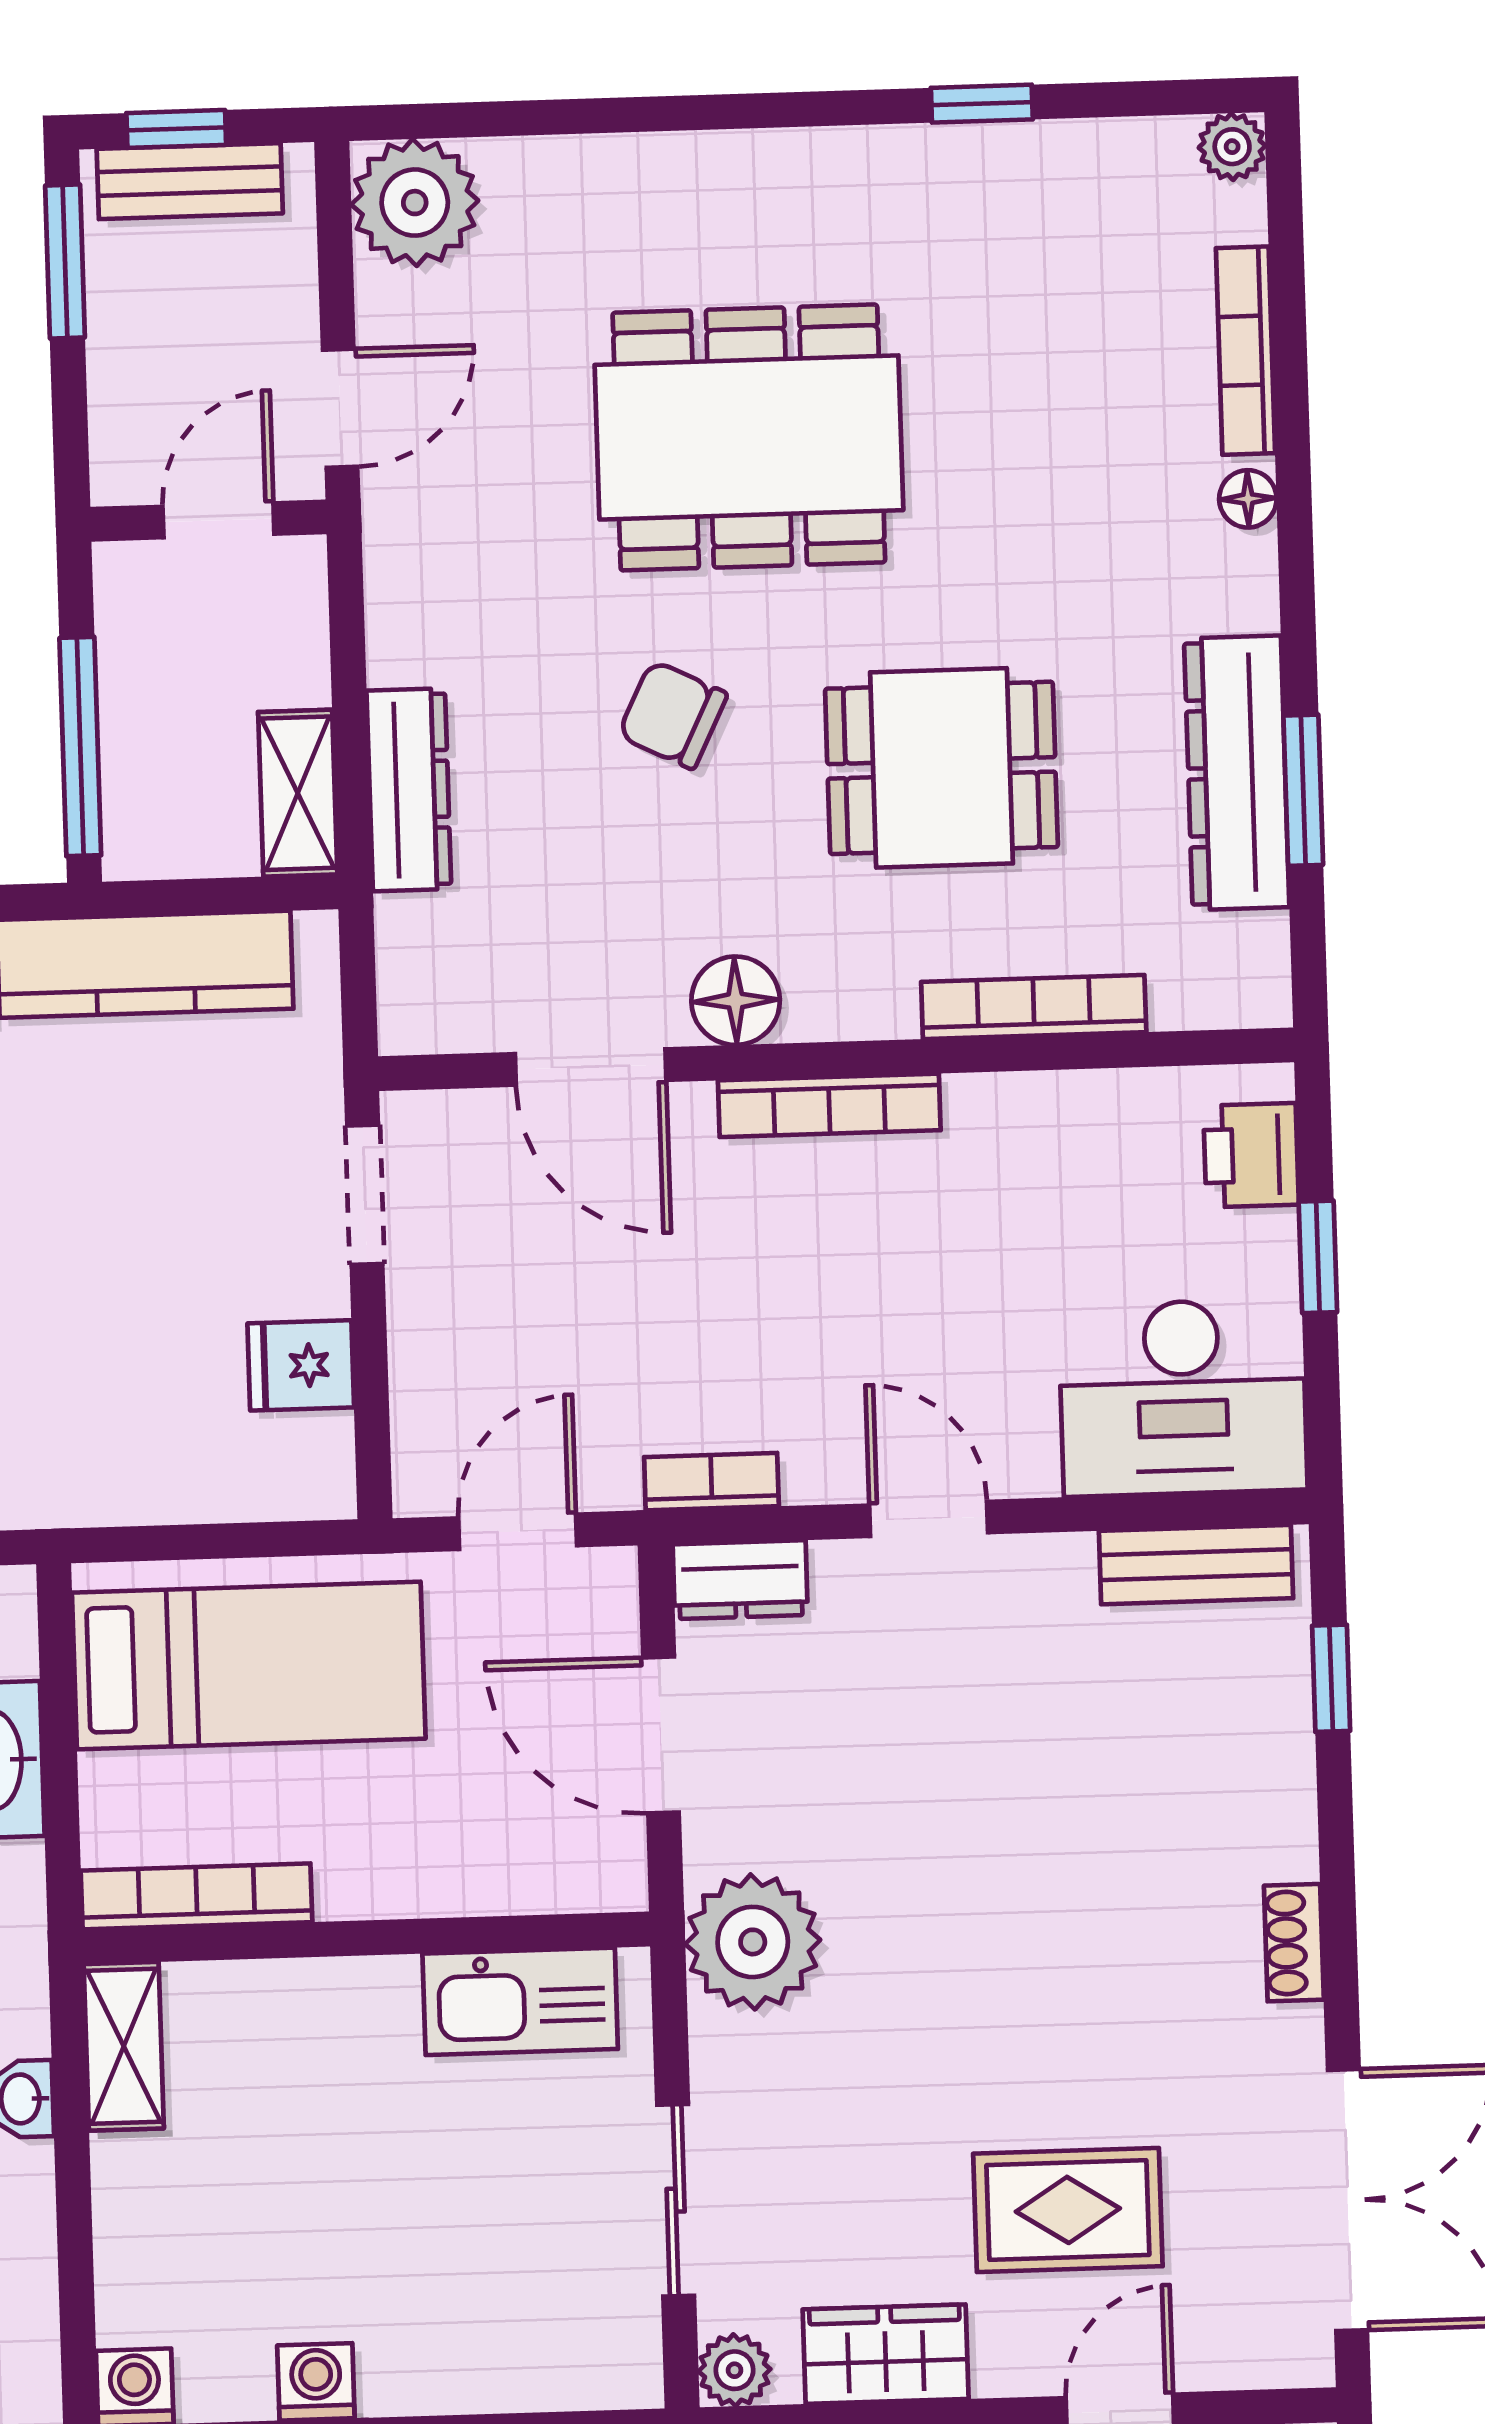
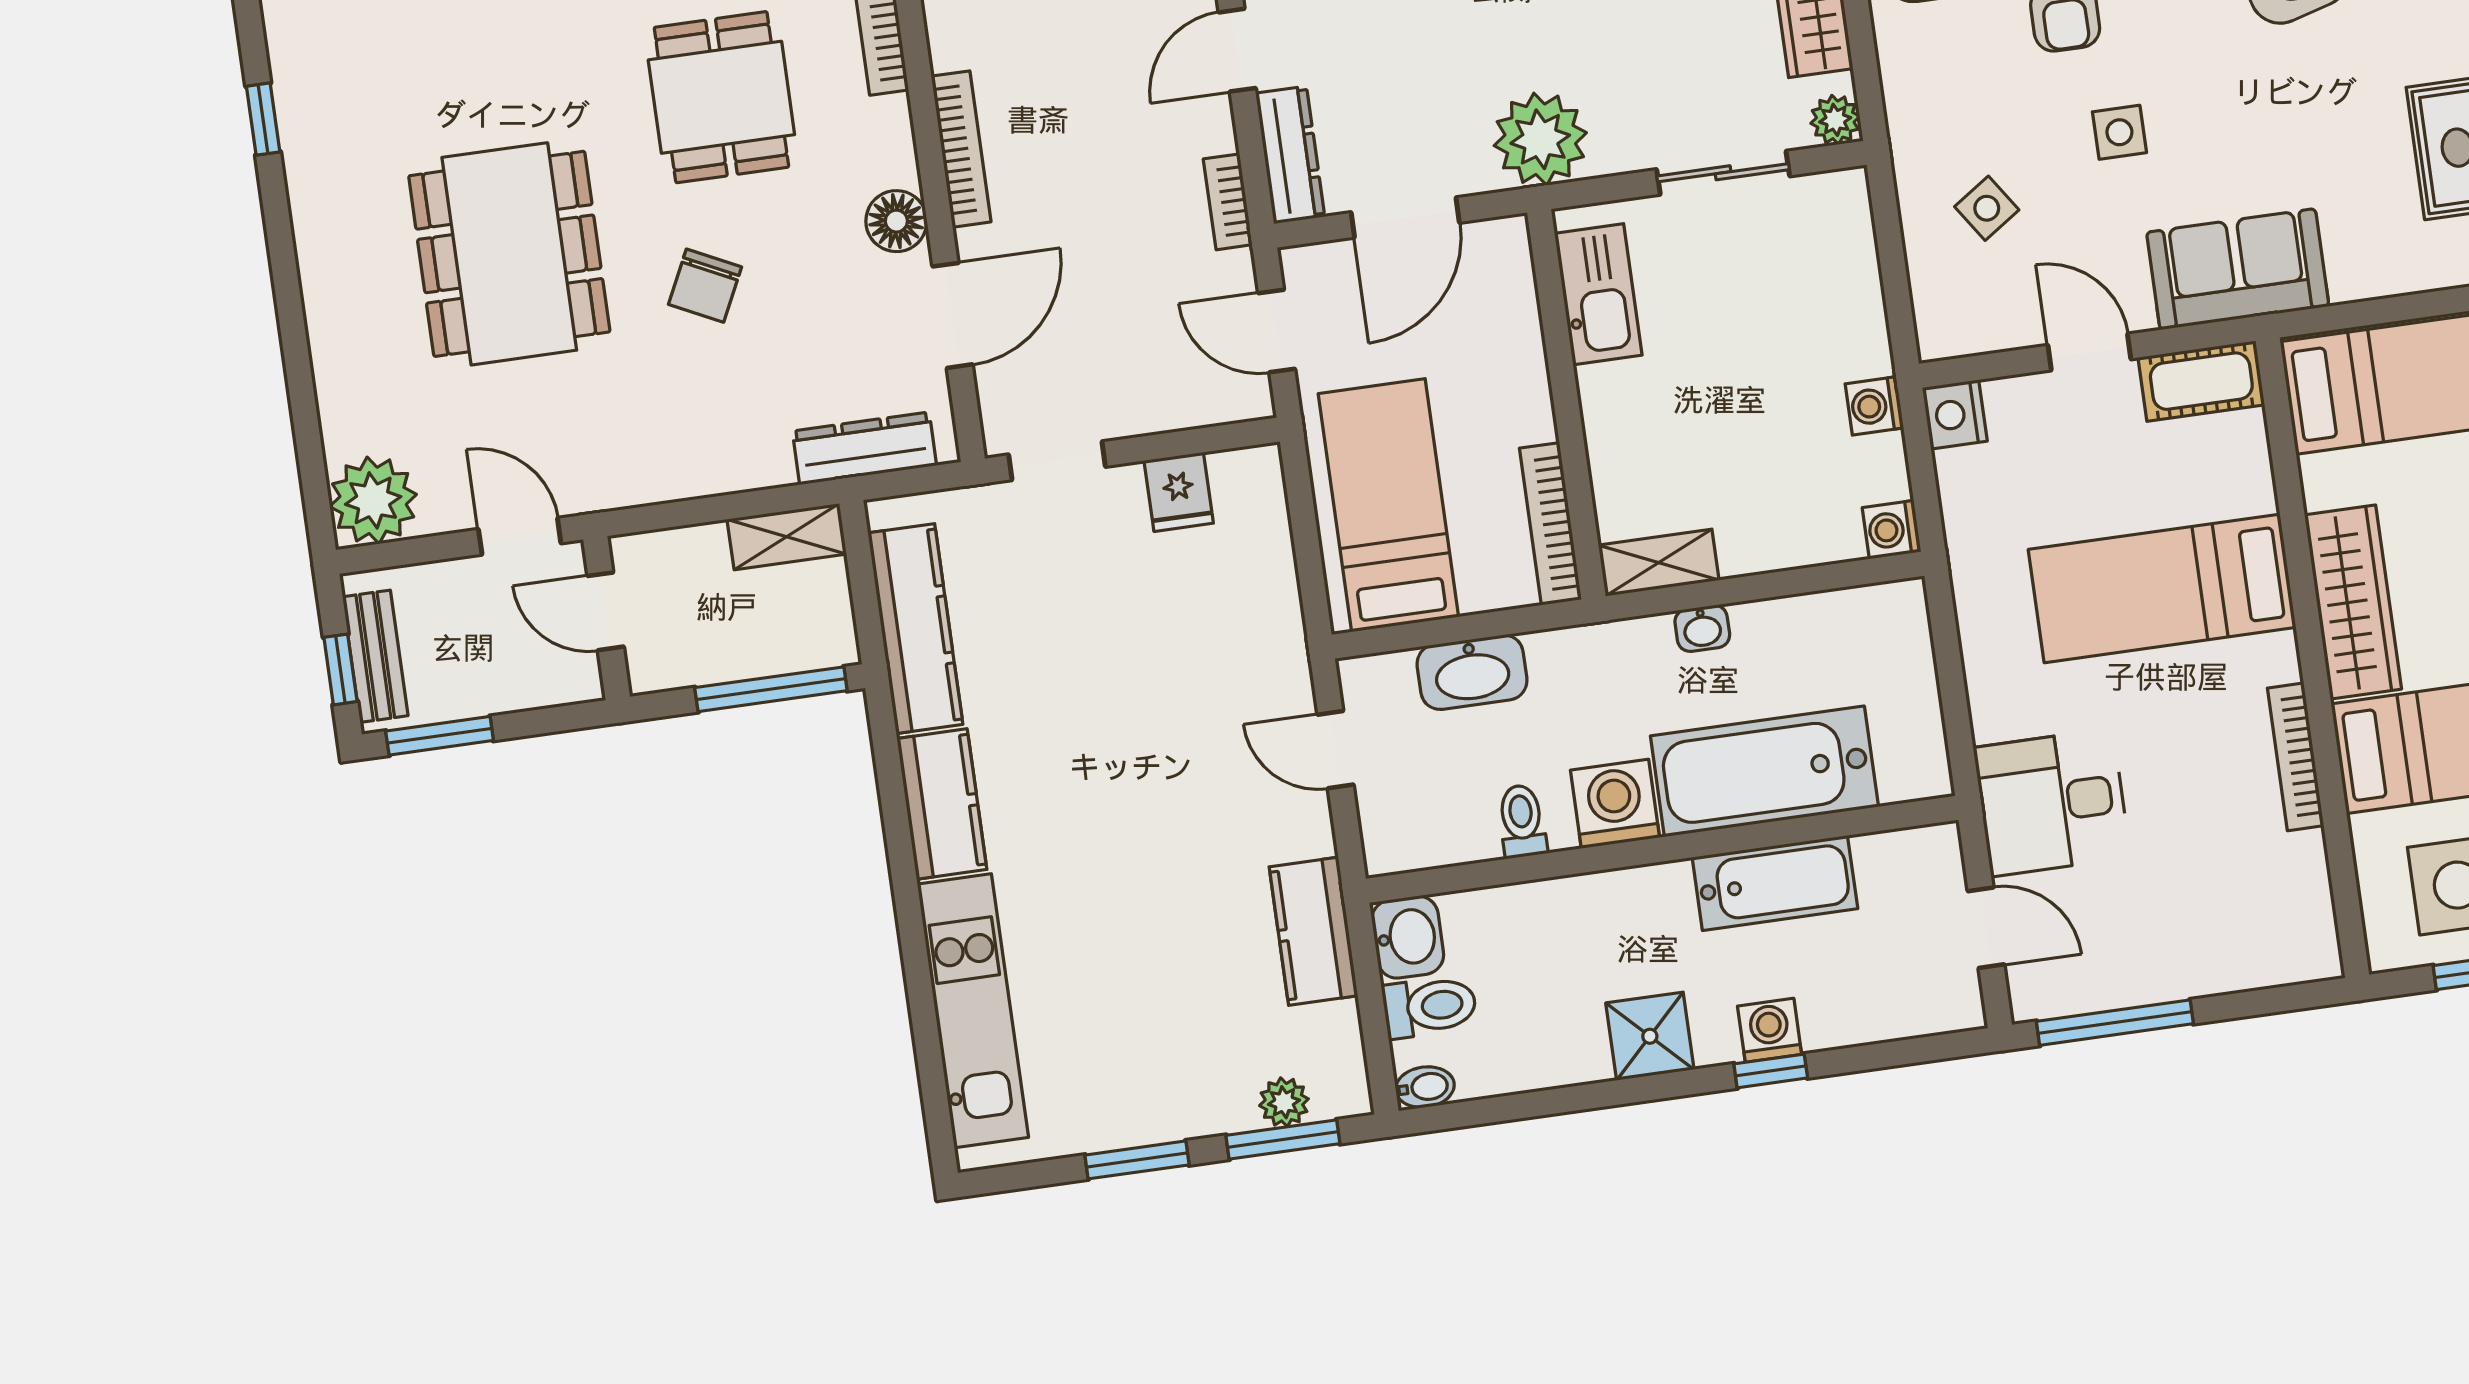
dresser: (409, 790) -> (864, 448), moved
dresser: (740, 1580) -> (1290, 155), width x1.44

